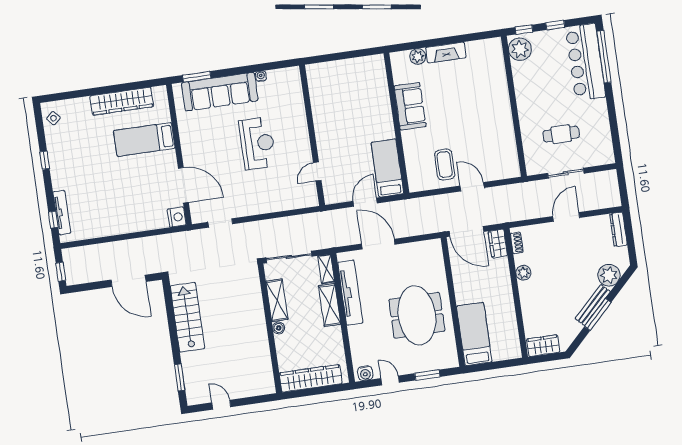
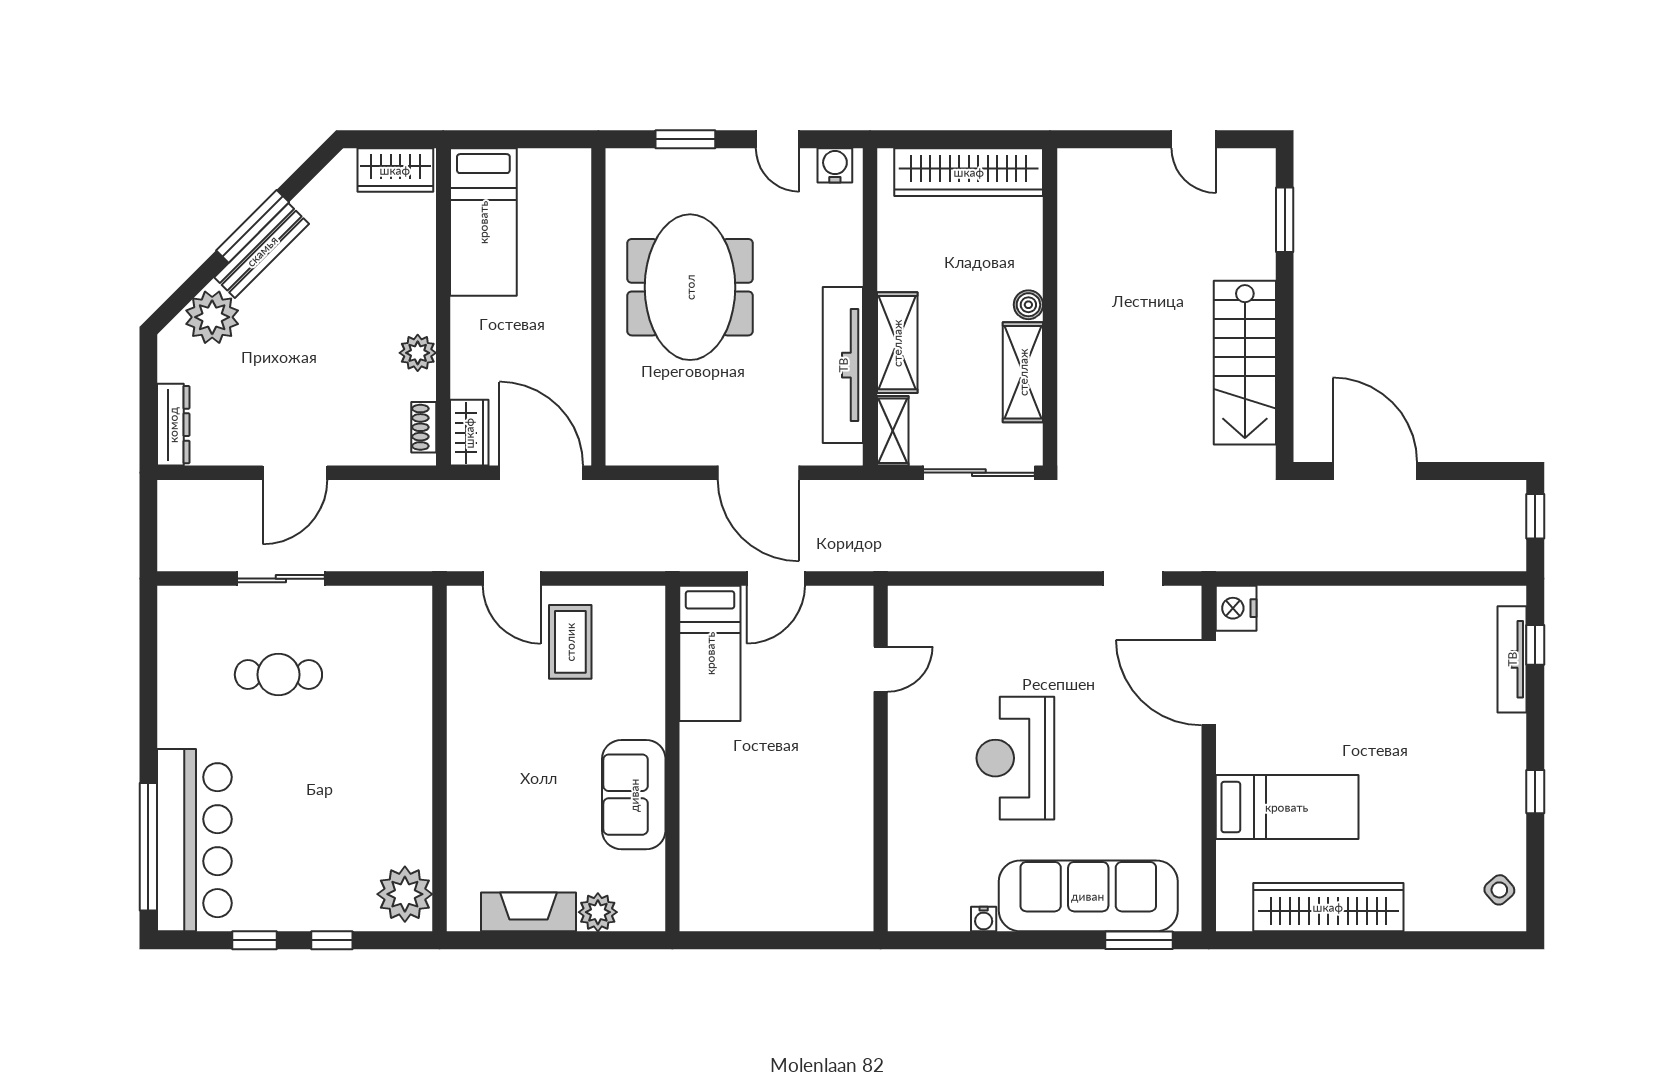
plant: (520, 49) -> (405, 894), moved
wall: (514, 106) -> (440, 759), moved
bed: (474, 334) -> (483, 222), moved

